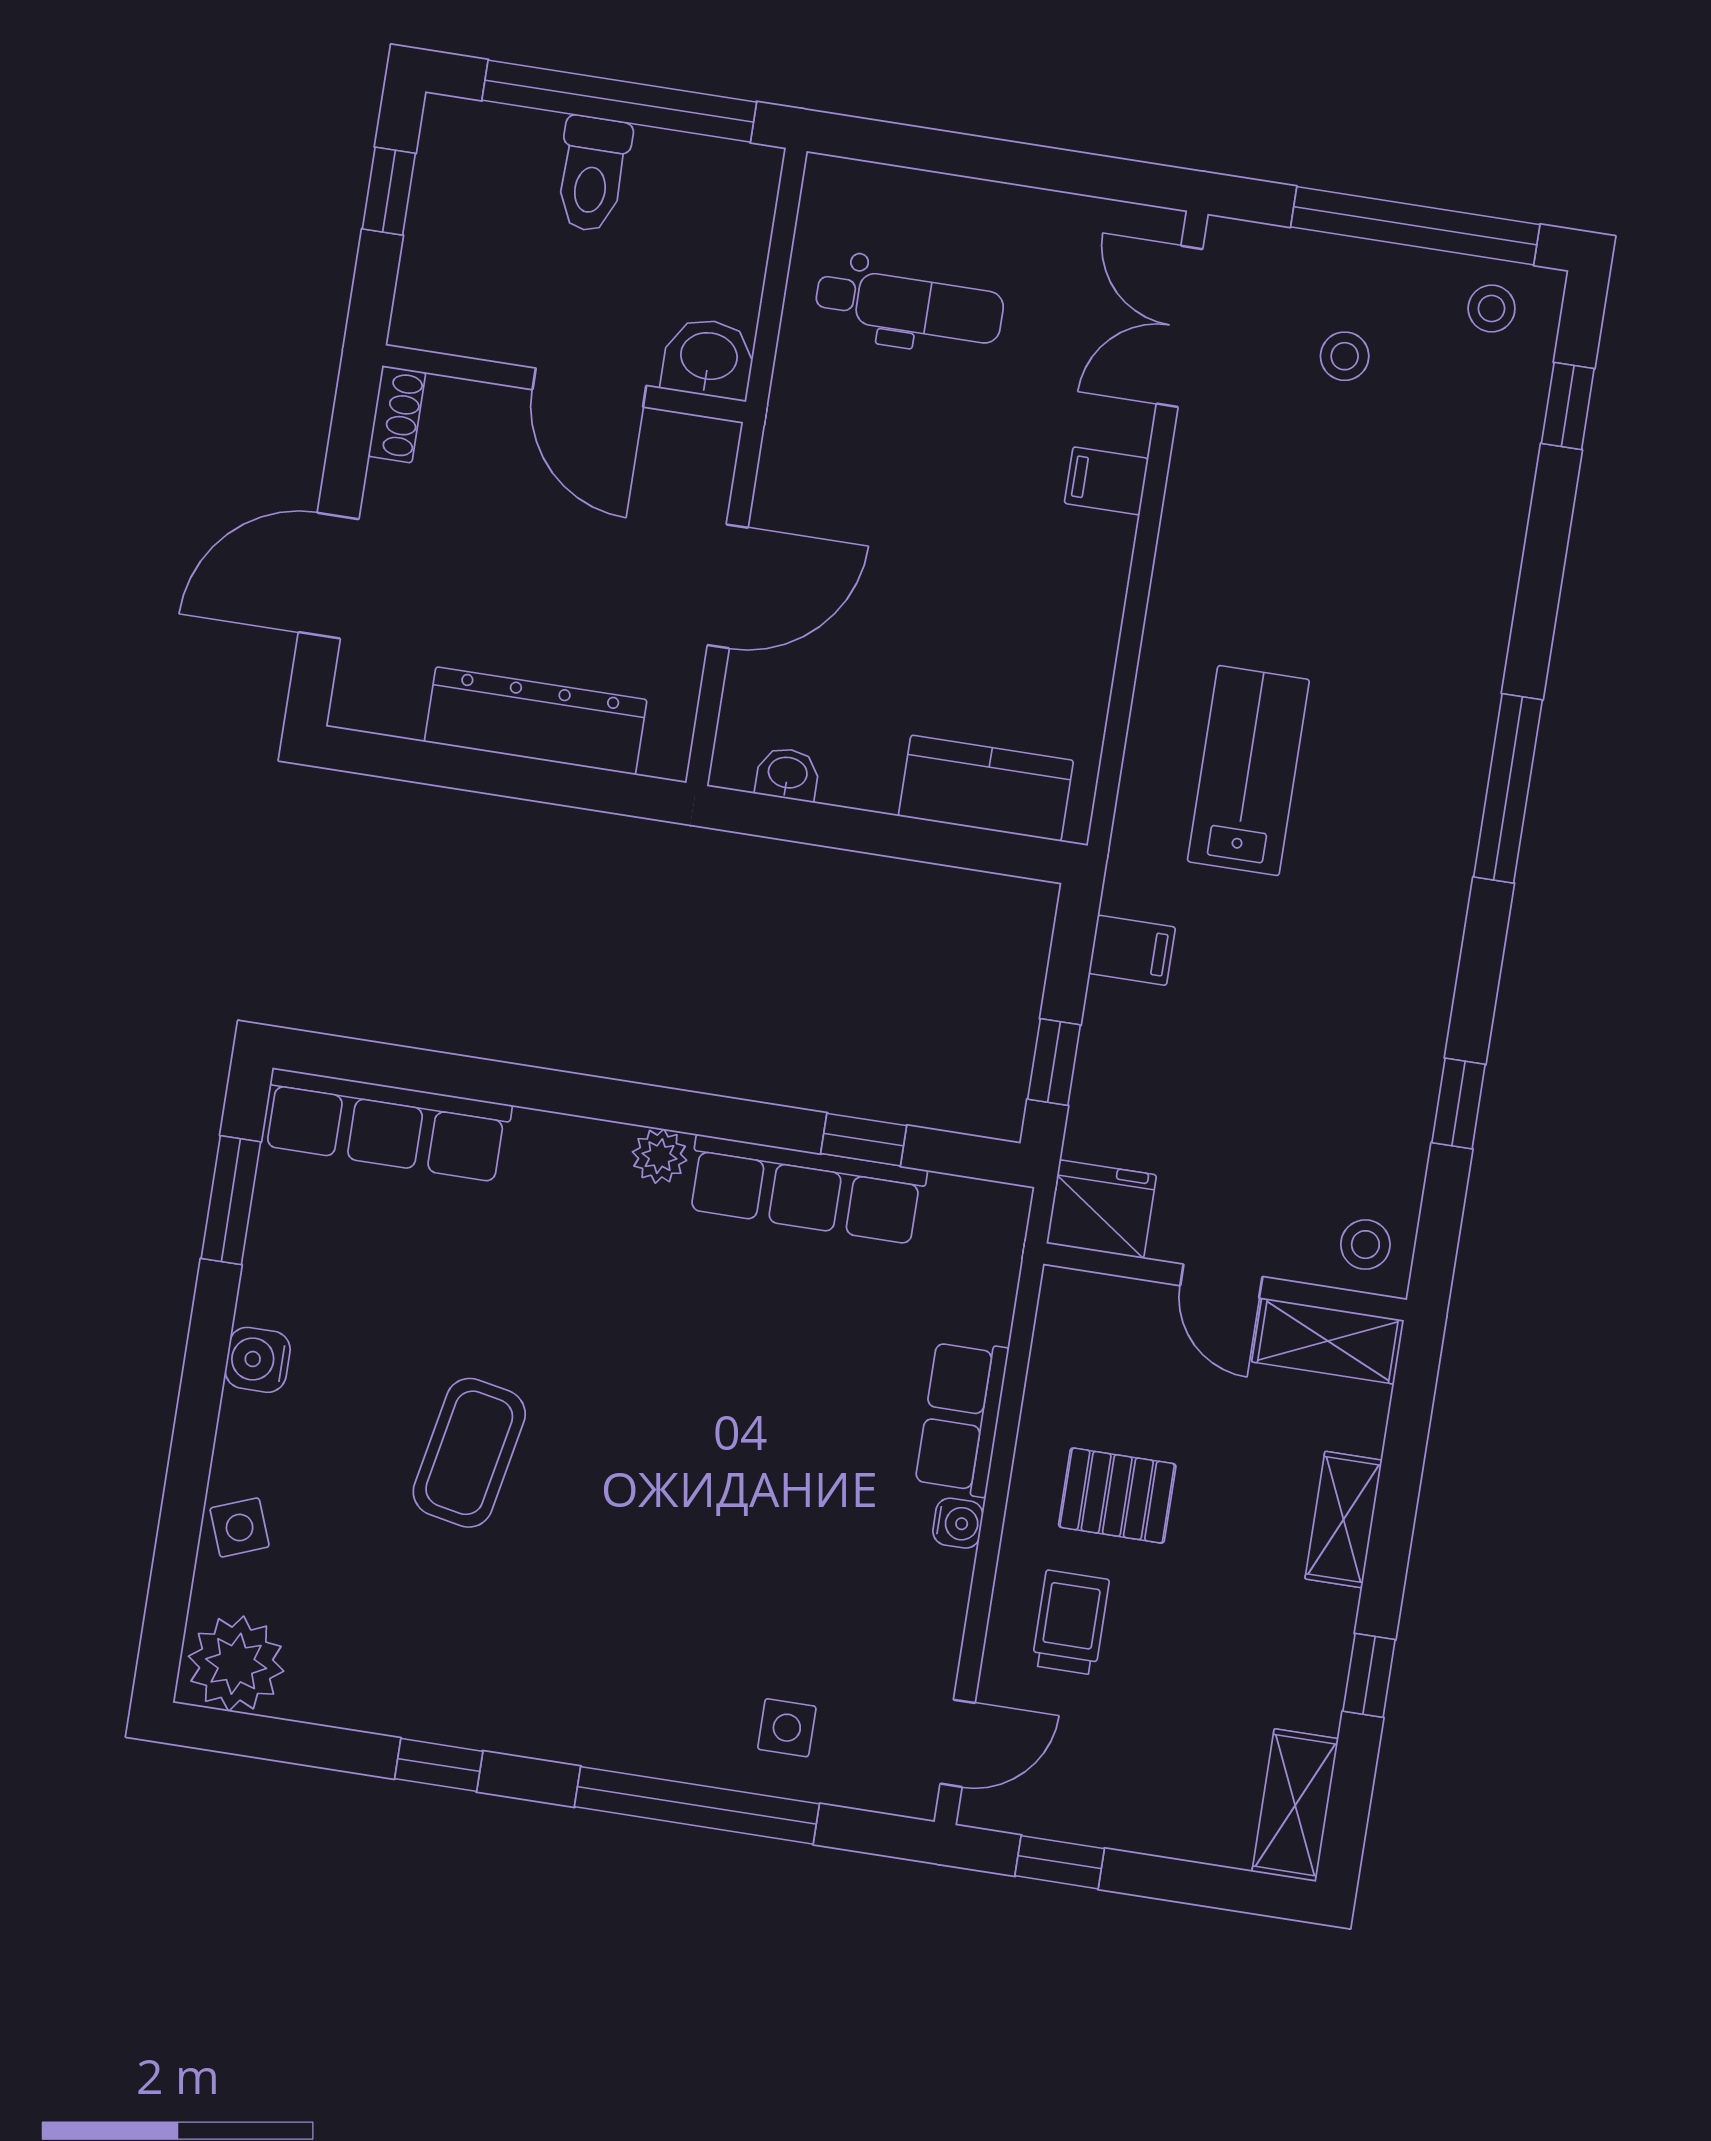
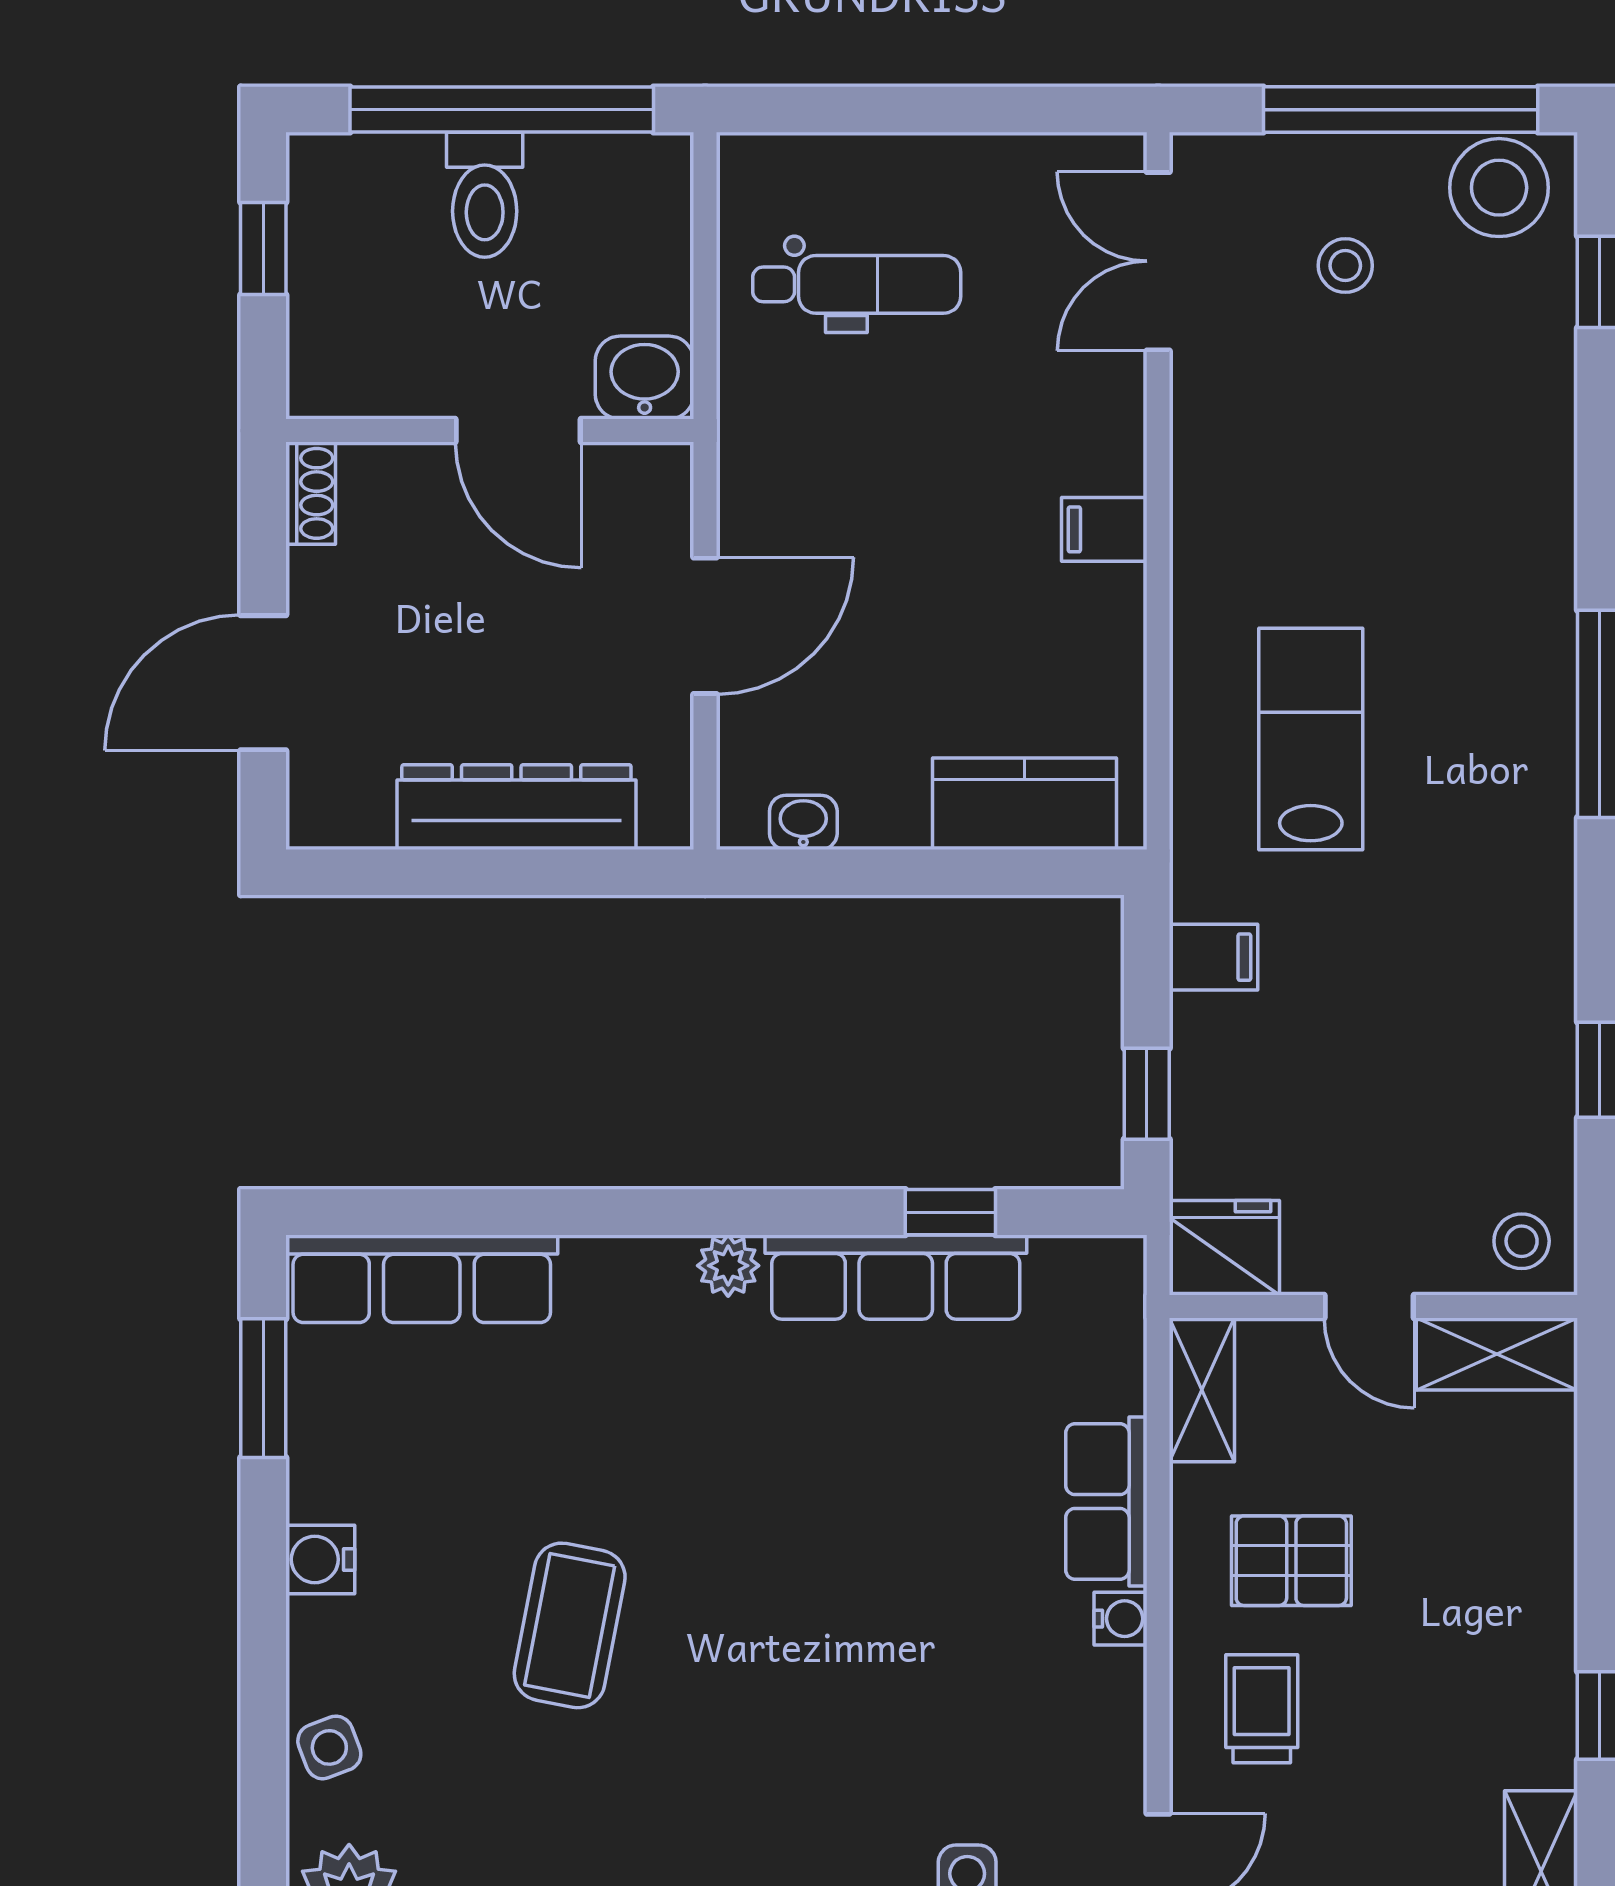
stool: (1492, 308) -> (1499, 188), width x1.89, depth x1.89
filing cabinet: (1106, 481) -> (1104, 529), moved
shelving: (1343, 1520) -> (1202, 1390), moved

